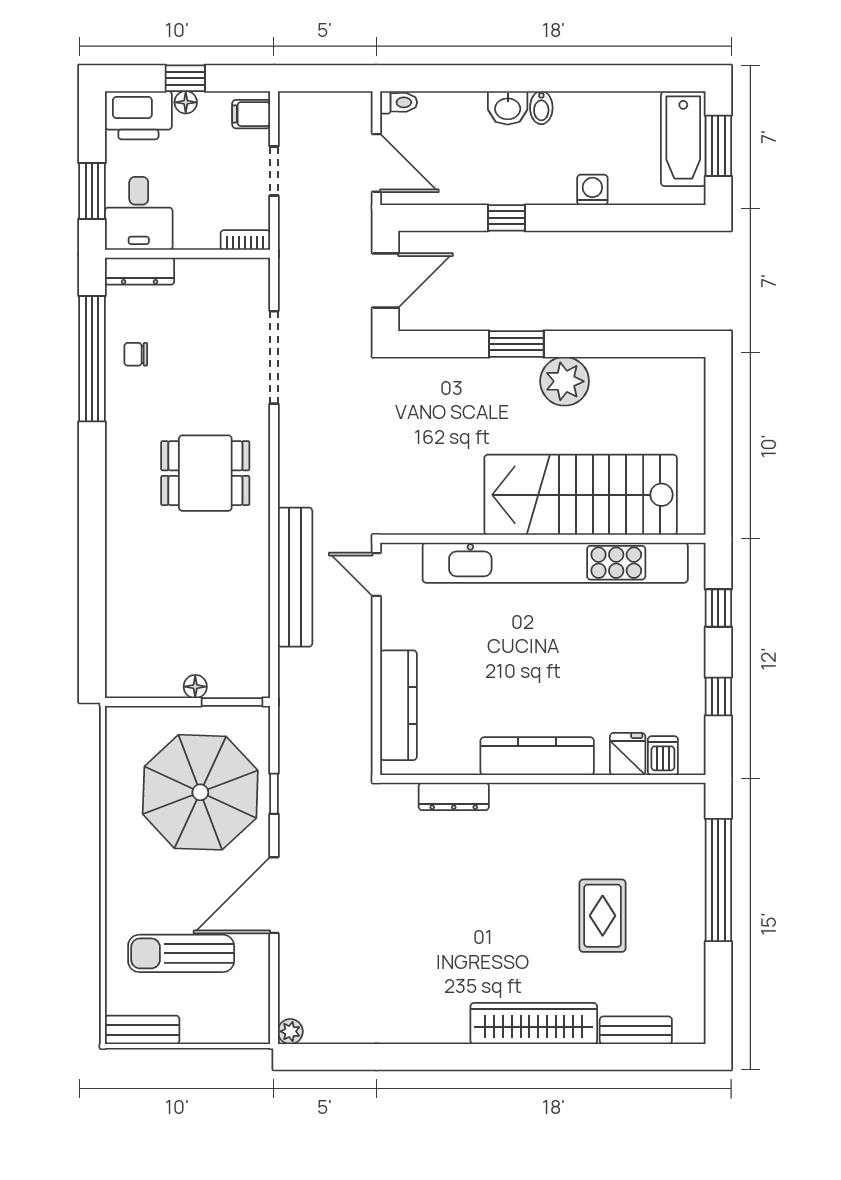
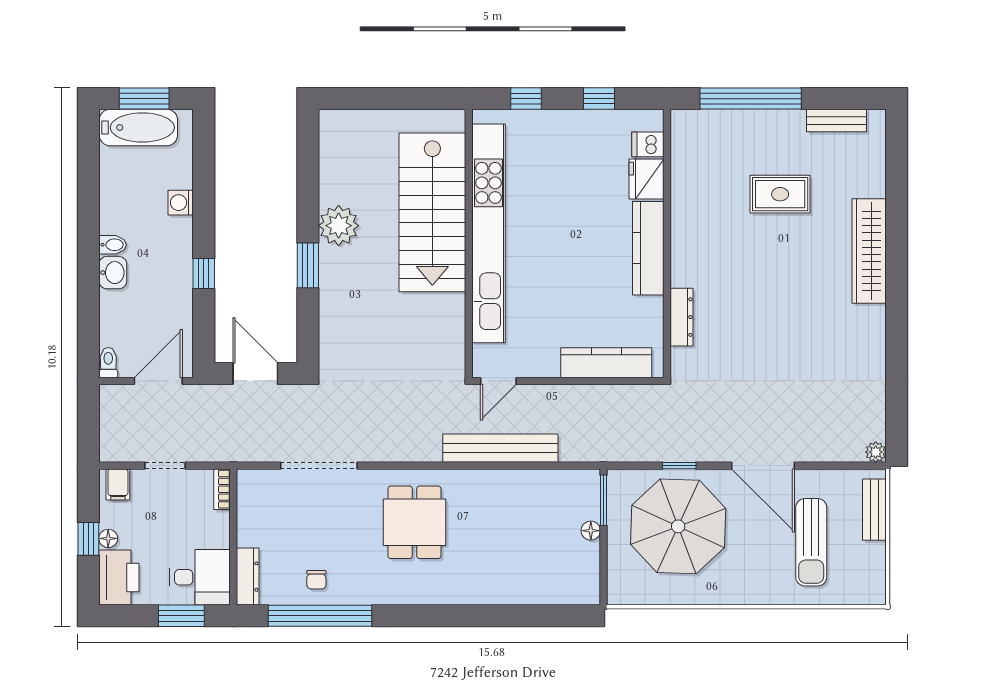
fridge: (628, 754) -> (647, 179), width x1.38
bench: (142, 1030) -> (874, 510), moved
bench: (636, 1030) -> (836, 120), moved, turned 90

